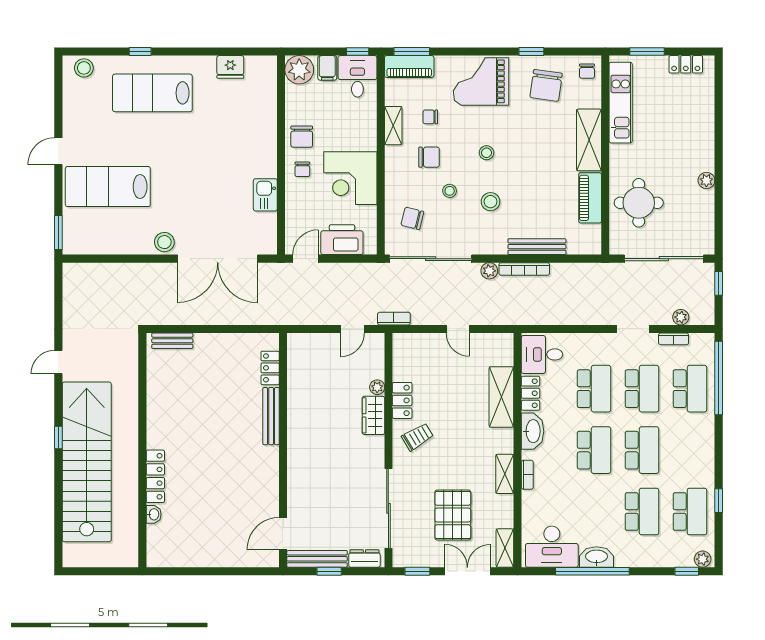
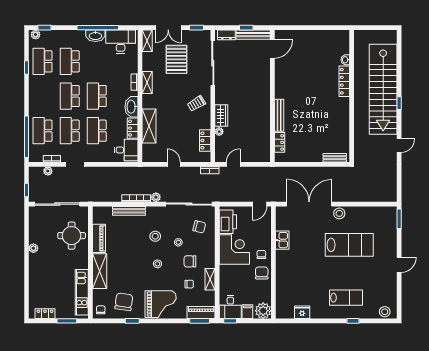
lab bench: (152, 93) -> (346, 298), width x0.73, depth x0.72
lab bench: (108, 187) -> (349, 245), moved
printer: (342, 240) -> (228, 222), moved, turned -90
locker: (402, 400) -> (205, 140), moved

